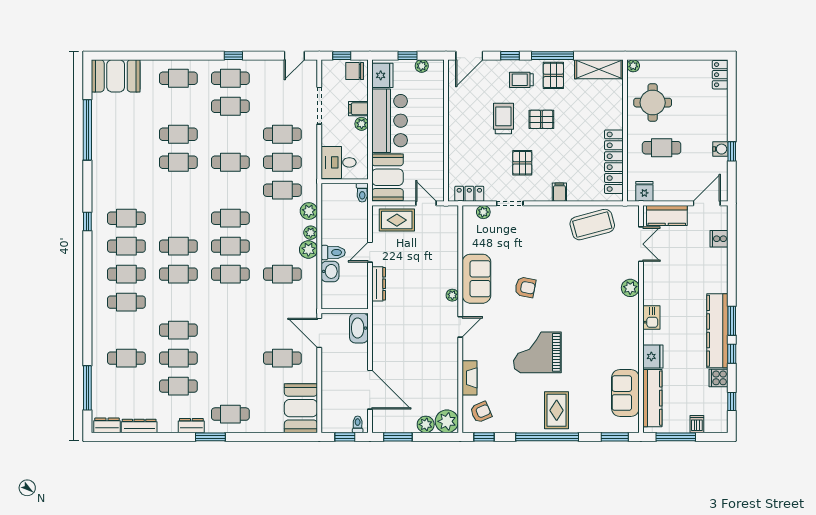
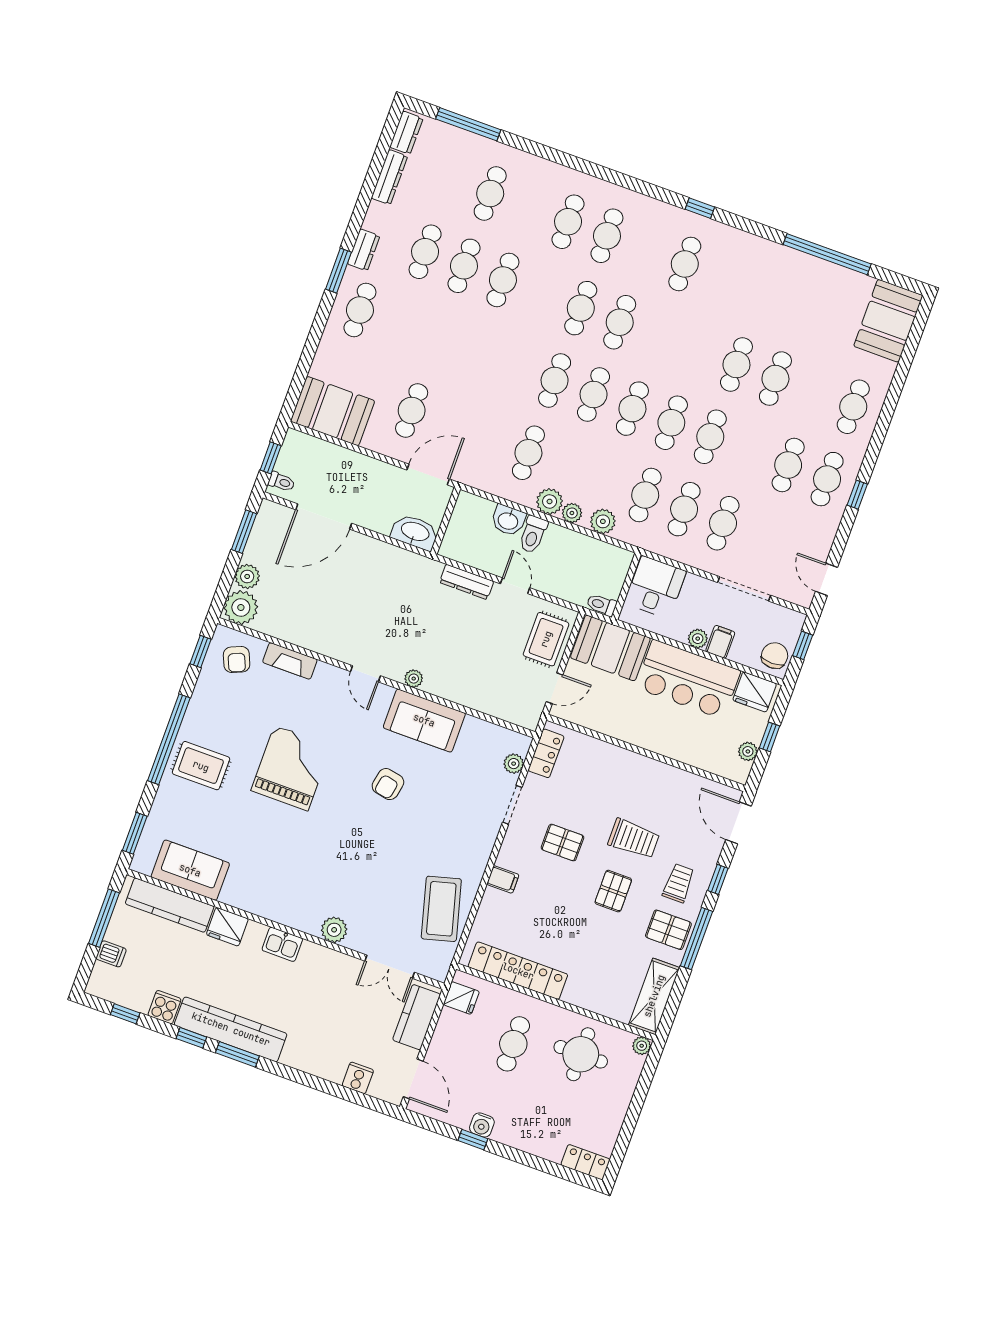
cafe table: (126, 246) -> (671, 423), moved

